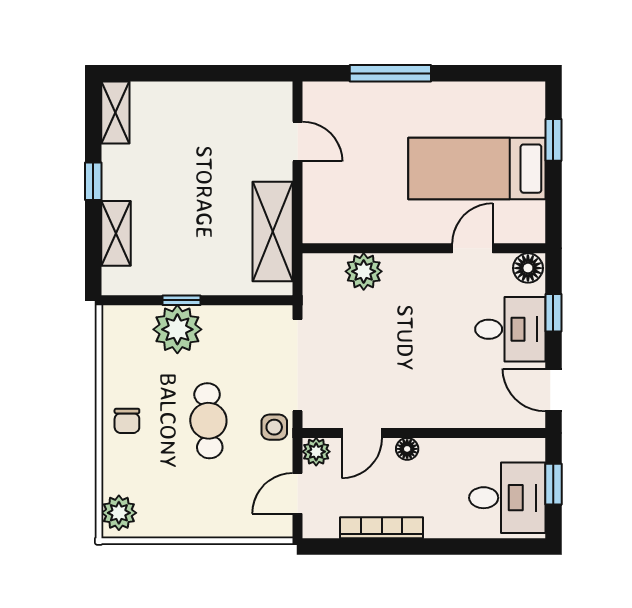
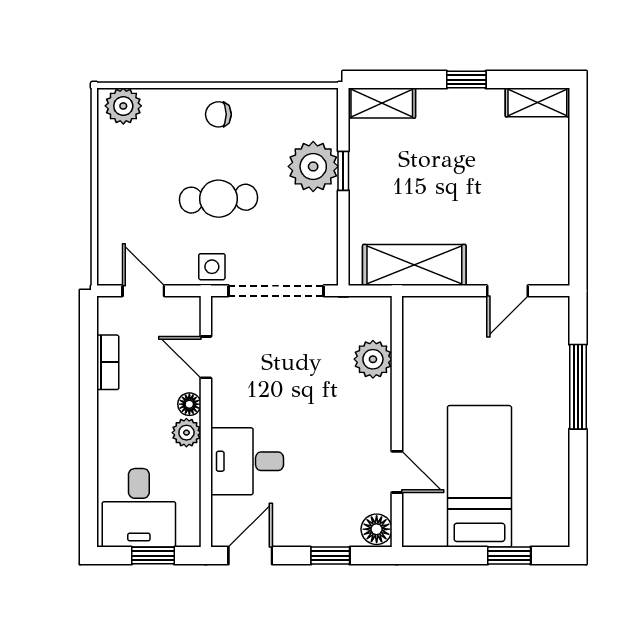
shelving: (116, 233) -> (382, 103), moved
desk: (510, 329) -> (247, 461), moved, turned 90
plant: (316, 452) -> (186, 433), moved
bookcase: (382, 528) -> (108, 362), width x0.64

